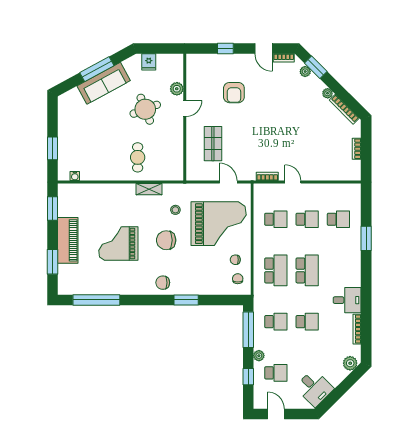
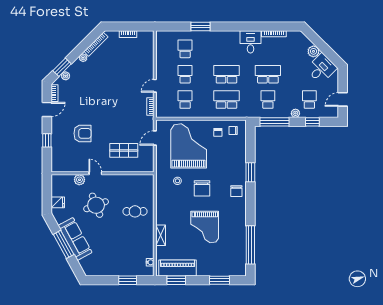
shelving: (149, 189) -> (161, 235), moved
piano: (68, 240) -> (178, 268), moved
school desk: (307, 322) -> (268, 74), width x1.85
plant: (350, 363) -> (313, 51), moved

